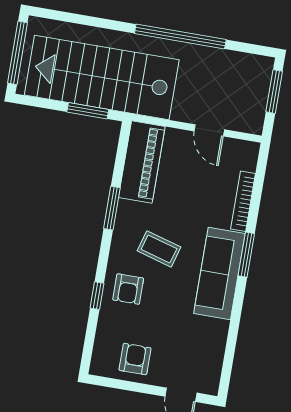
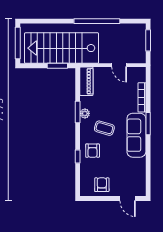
piano: (142, 162) -> (86, 81), width x0.73, depth x0.75
plant: (126, 214) -> (85, 113), added

